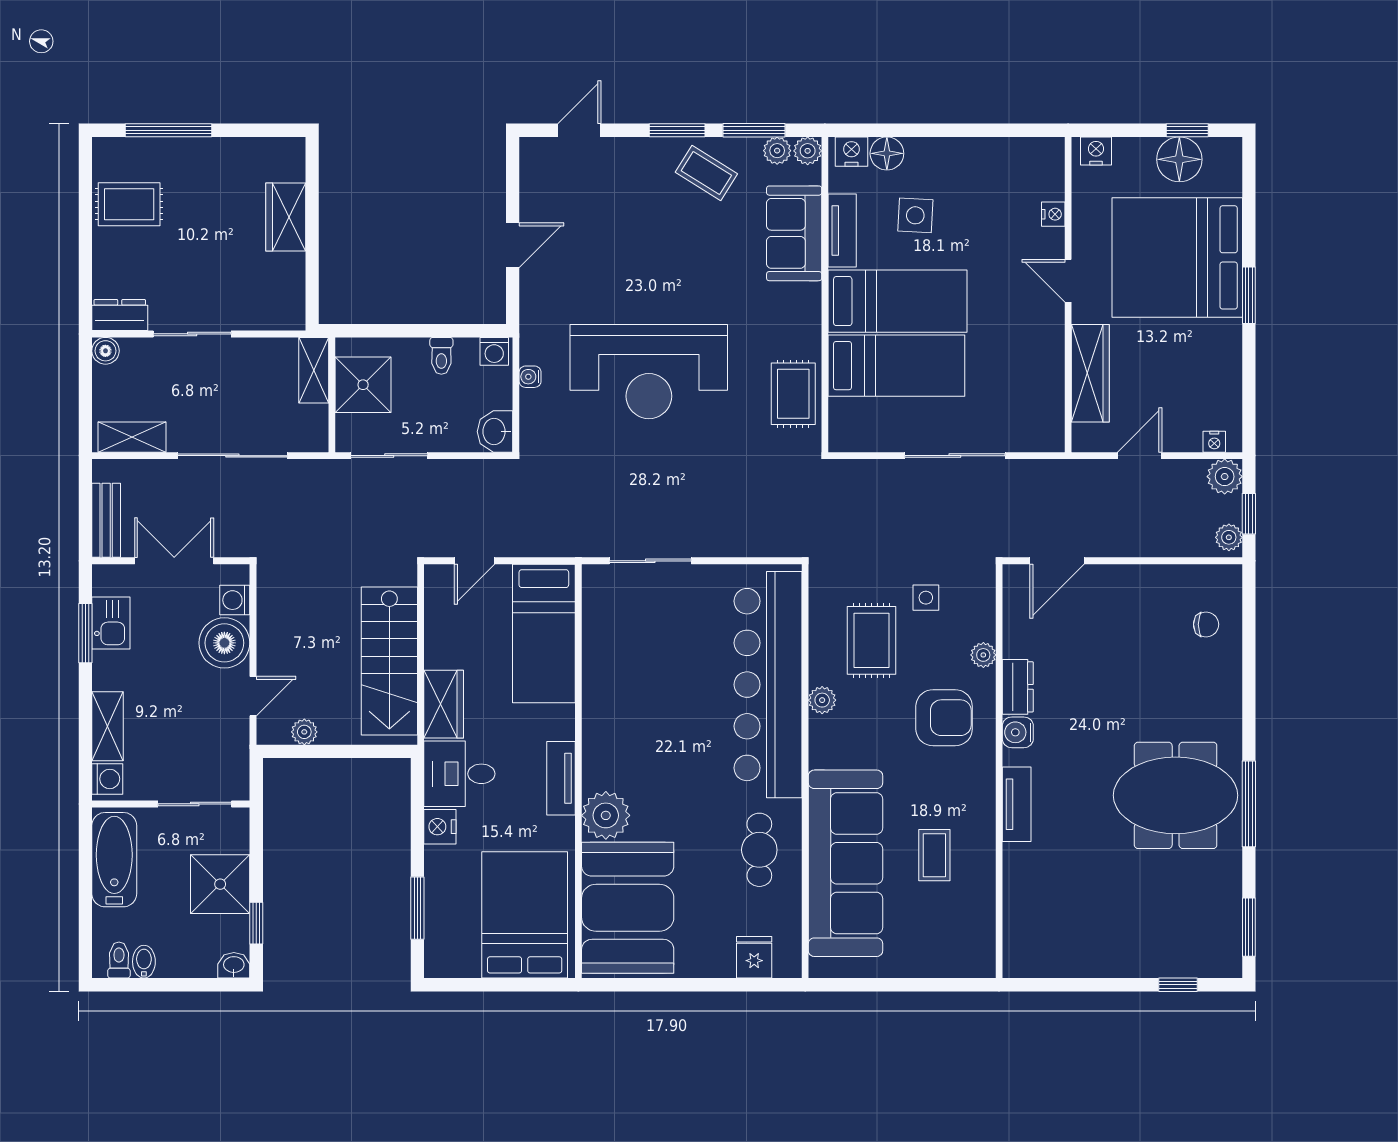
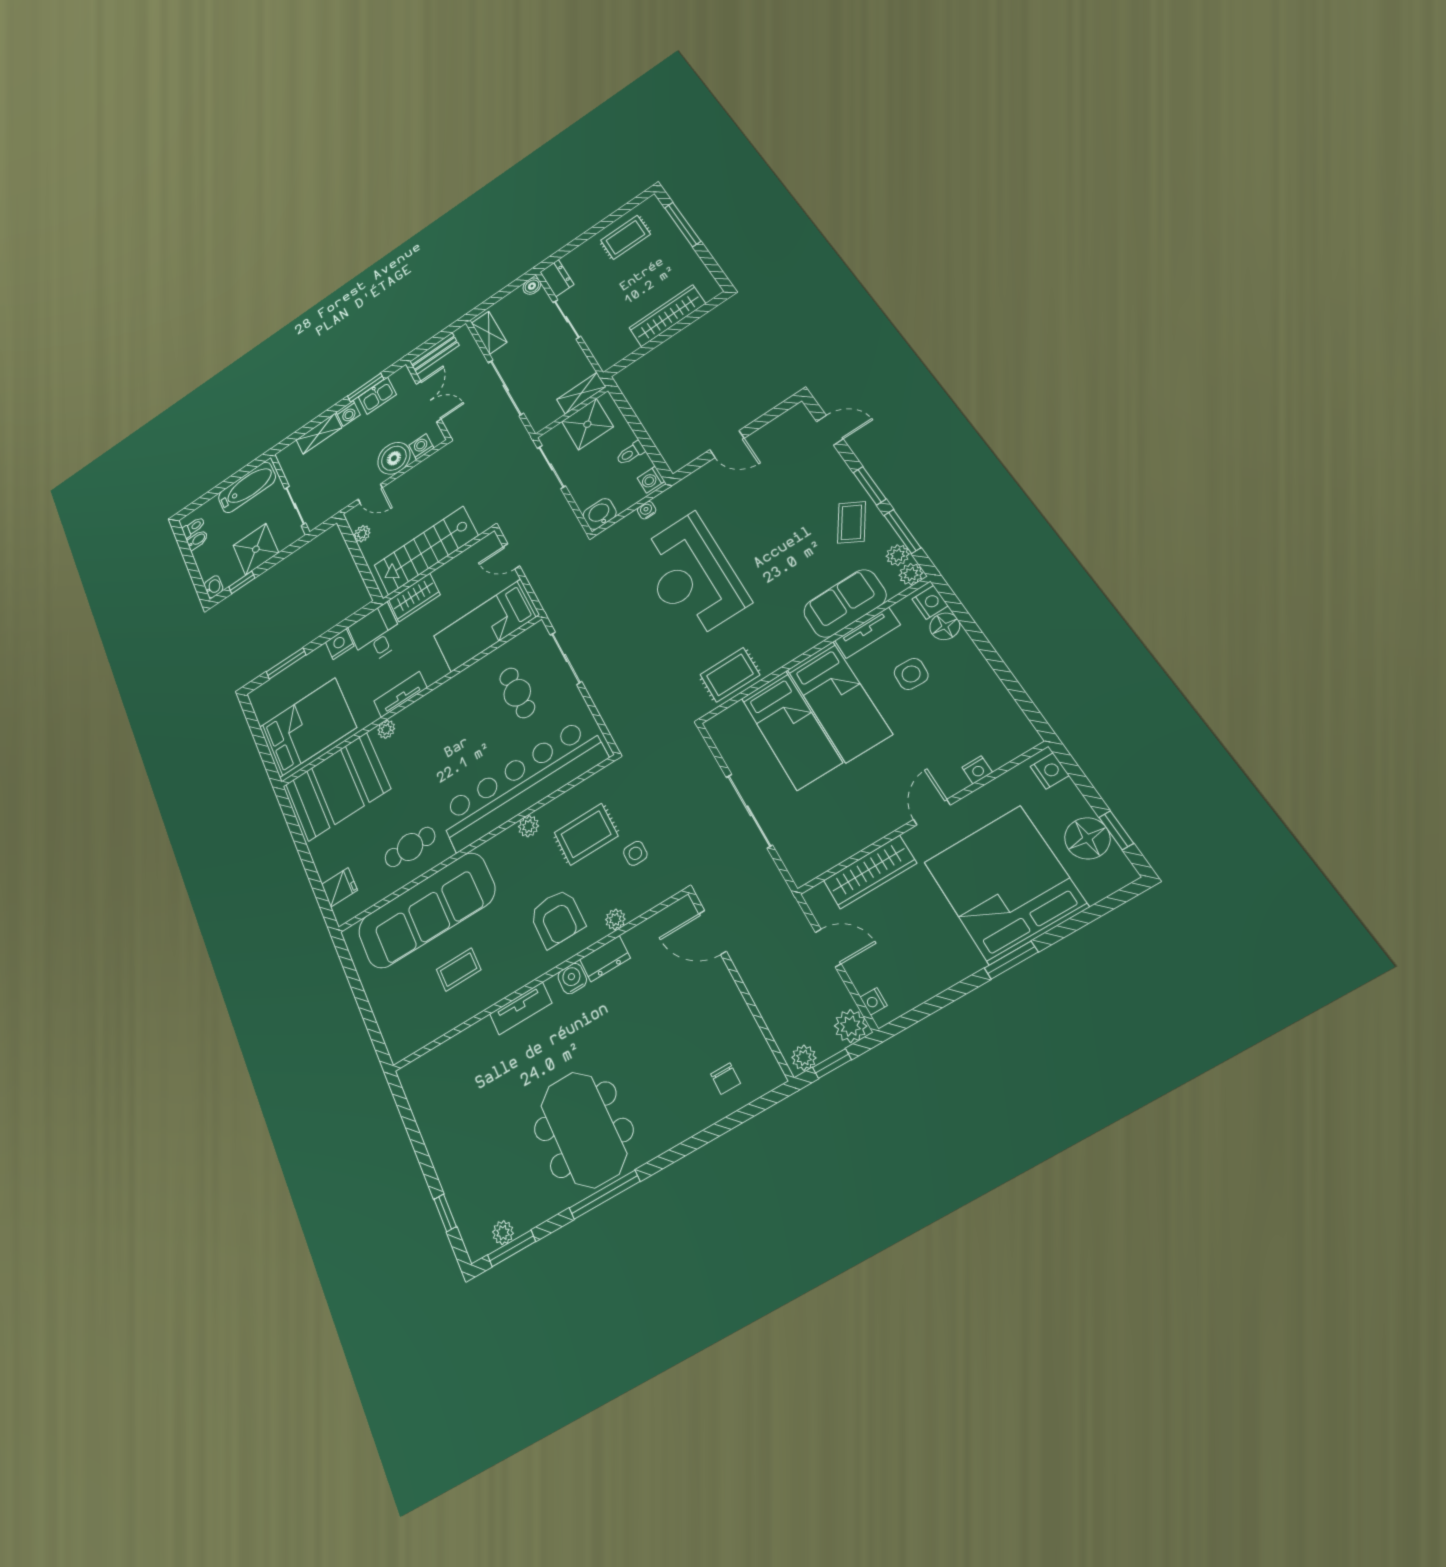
rug: (129, 204) -> (625, 237), turned 90
wardrobe: (286, 217) -> (667, 316), width x1.50
cafe table: (655, 637) -> (517, 693), added
washing machine: (107, 779) -> (348, 413), moved
plant: (606, 815) -> (386, 729), width x0.53, depth x0.53
plant: (1229, 929) -> (503, 1233), added

